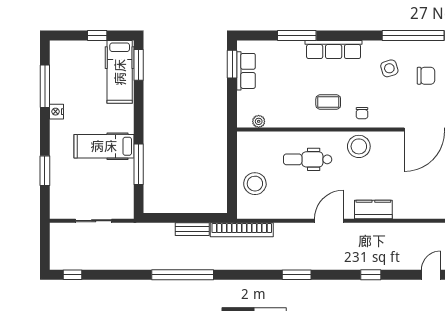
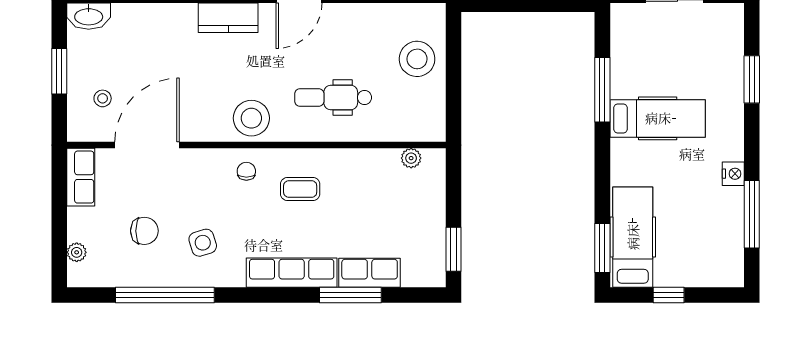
row of seats: (246, 71) -> (370, 273), moved, turned 90
chair: (426, 76) -> (144, 231), turned 180
dental chair: (308, 159) -> (333, 98), turned 180

